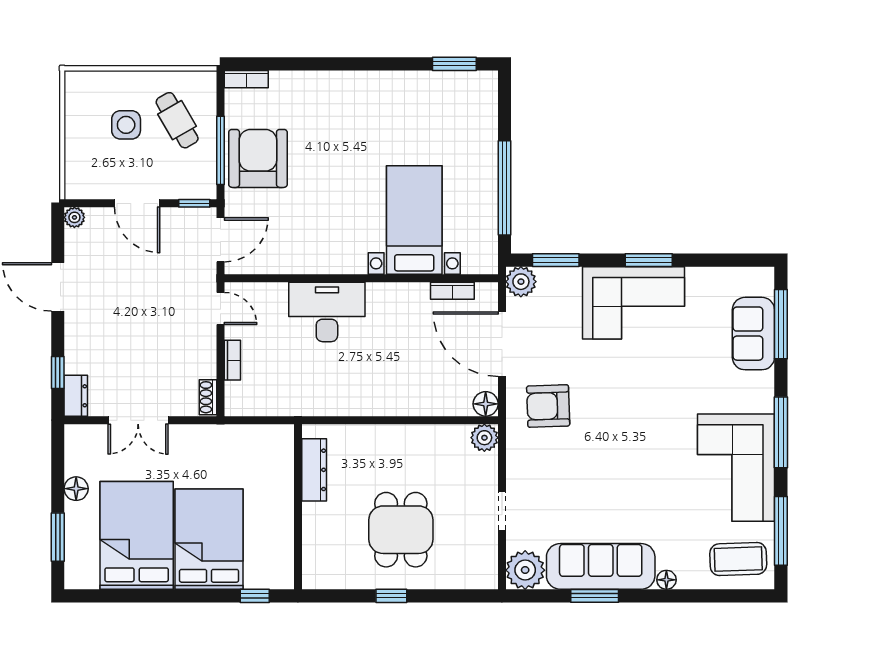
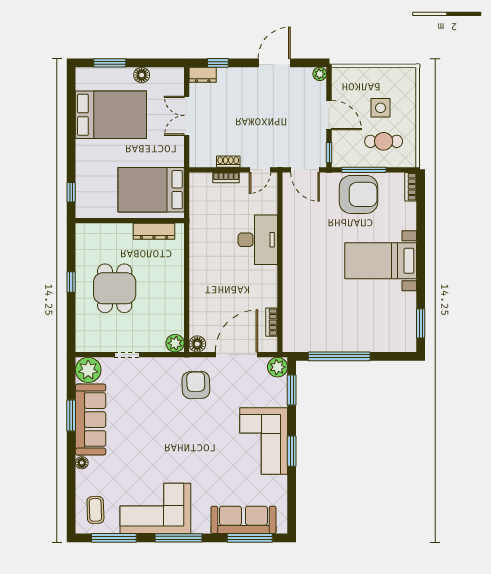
cafe table: (177, 120) -> (384, 141), turned 30
door: (137, 203) -> (329, 115), swing flipped
bed with nightstands: (414, 220) -> (381, 261), moved, turned 180
sofa: (753, 334) -> (243, 520), width x1.36
shoe rack: (208, 397) -> (228, 162), moved
dining table: (401, 530) -> (115, 288), turned 90
bed: (209, 539) -> (151, 190), moved, turned 180
coffee table: (738, 559) -> (95, 510), width x0.73, depth x0.77

